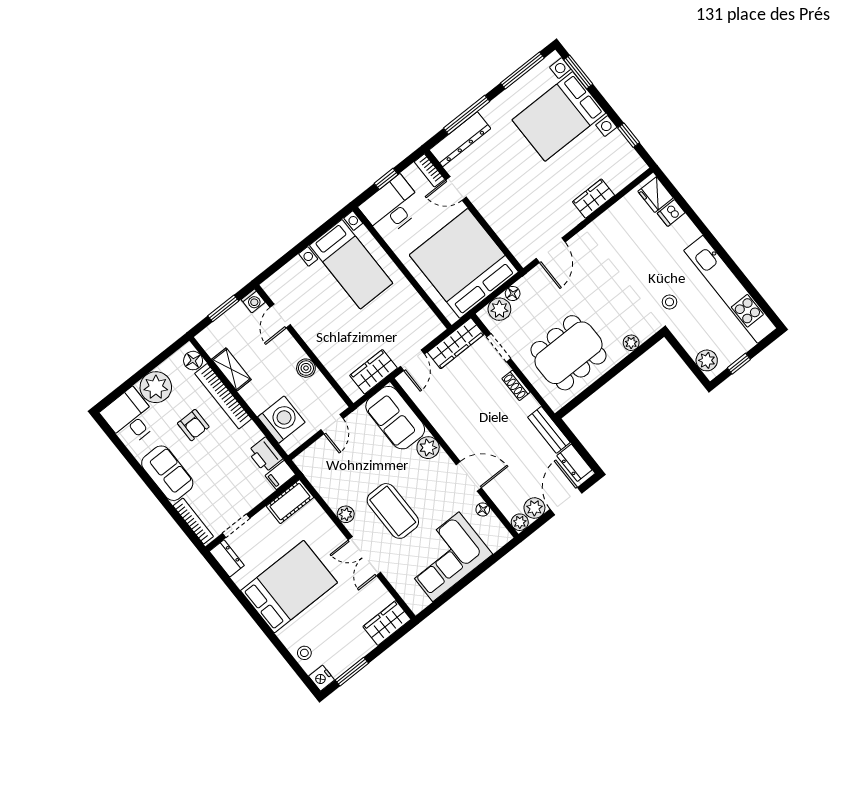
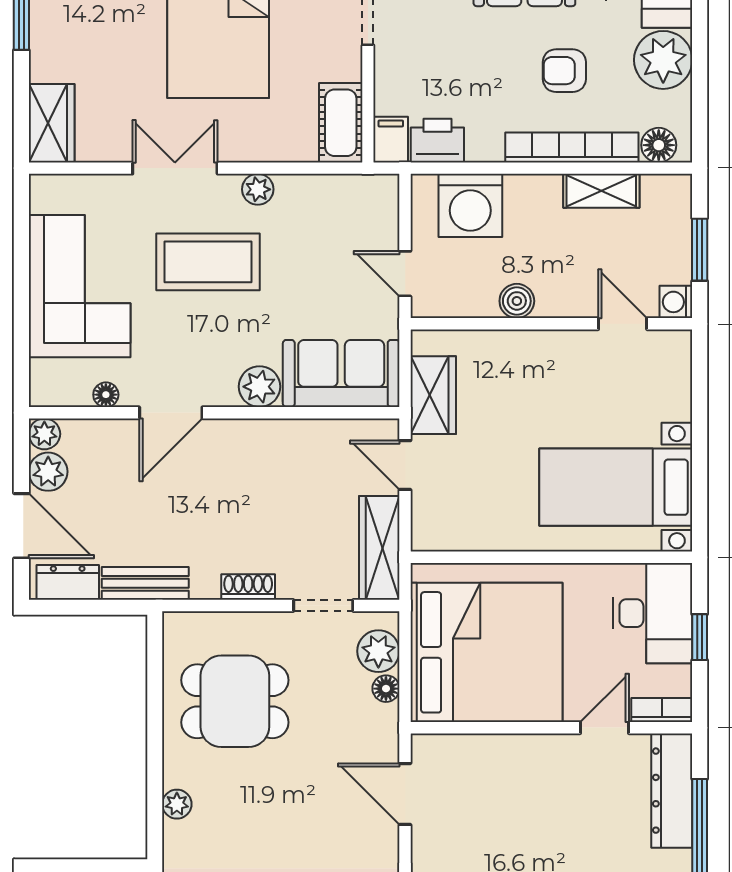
dining table: (568, 353) -> (235, 701), width x0.73

